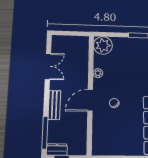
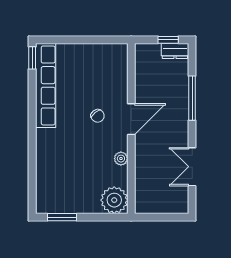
bench: (54, 105) -> (181, 112), removed
window: (45, 132) -> (192, 98), moved

